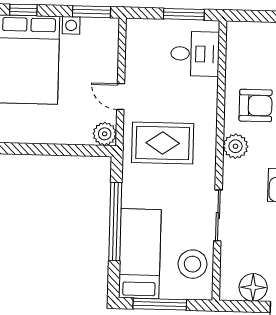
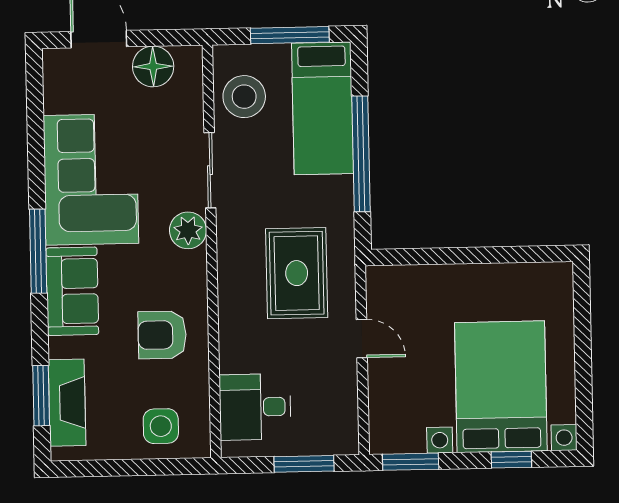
window: (184, 14) -> (304, 464), moved
side table: (259, 44) -> (161, 426), added
plant: (105, 134) -> (383, 283), removed
rug: (163, 143) -> (297, 273), turned 90
plant: (235, 146) -> (188, 230), moved

